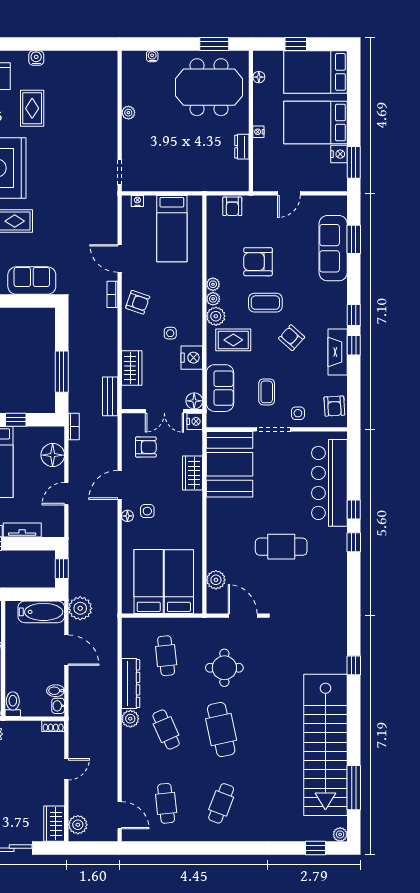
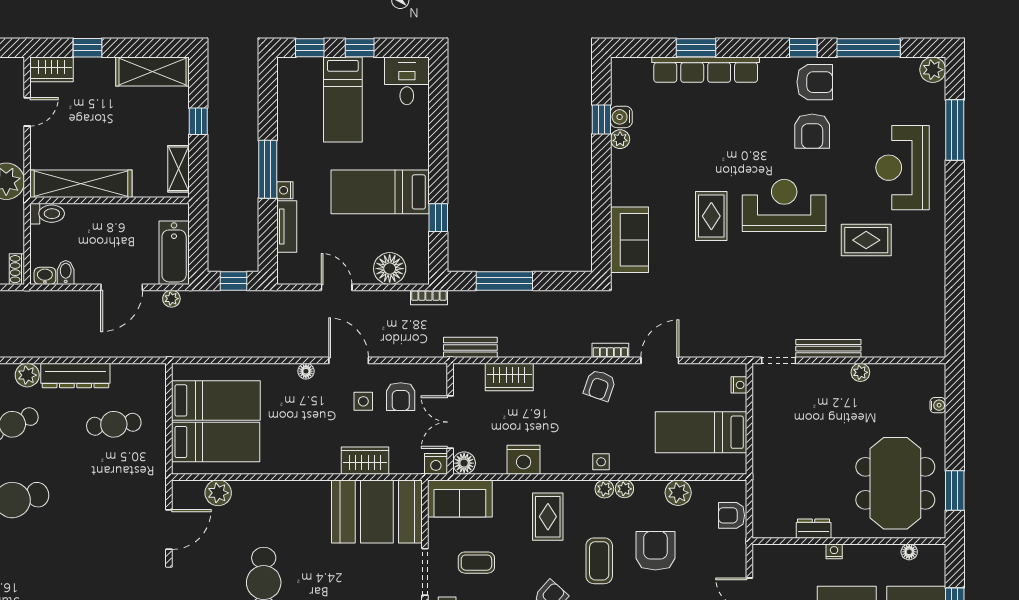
water cooler: (36, 58) -> (935, 246), removed
bench: (111, 136) -> (828, 349), added
plant: (216, 316) -> (678, 493), moved
side table: (170, 333) -> (601, 462), moved
sofa: (220, 388) -> (460, 498), moved
side table: (147, 511) -> (363, 401), moved
plant: (80, 608) -> (171, 299), width x0.53, depth x0.53
round table: (224, 668) -> (97, 504), removed

